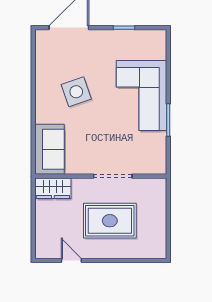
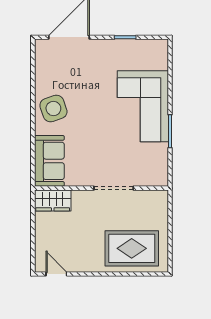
side table: (76, 92) -> (53, 109), moved
rug: (110, 221) -> (132, 248), moved
door: (71, 260) -> (56, 274), moved

